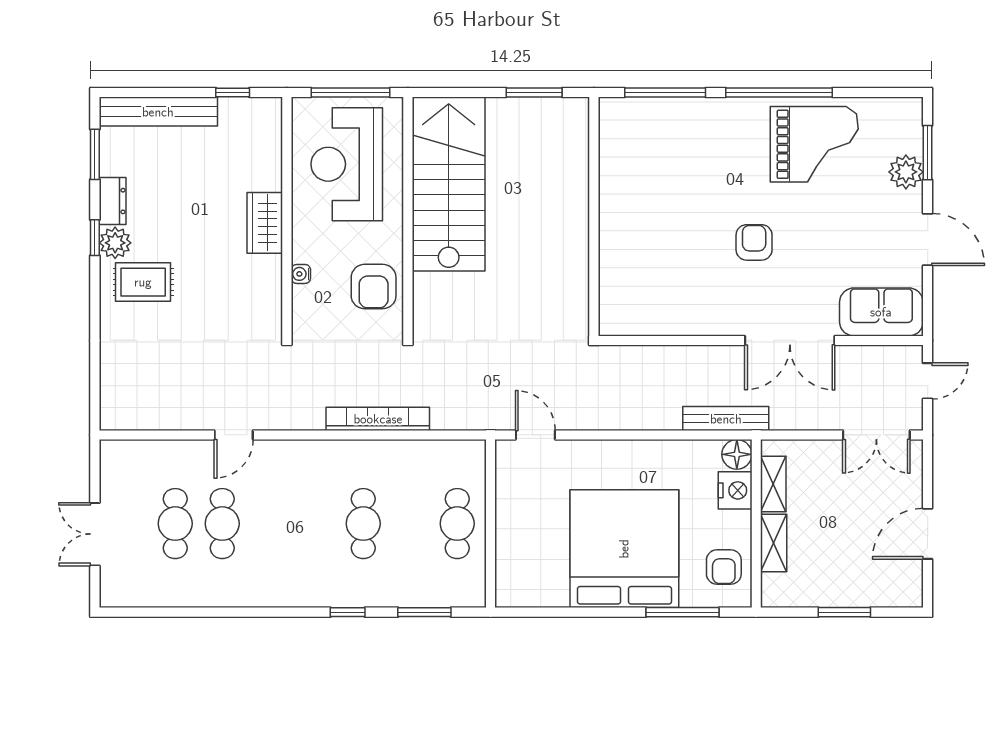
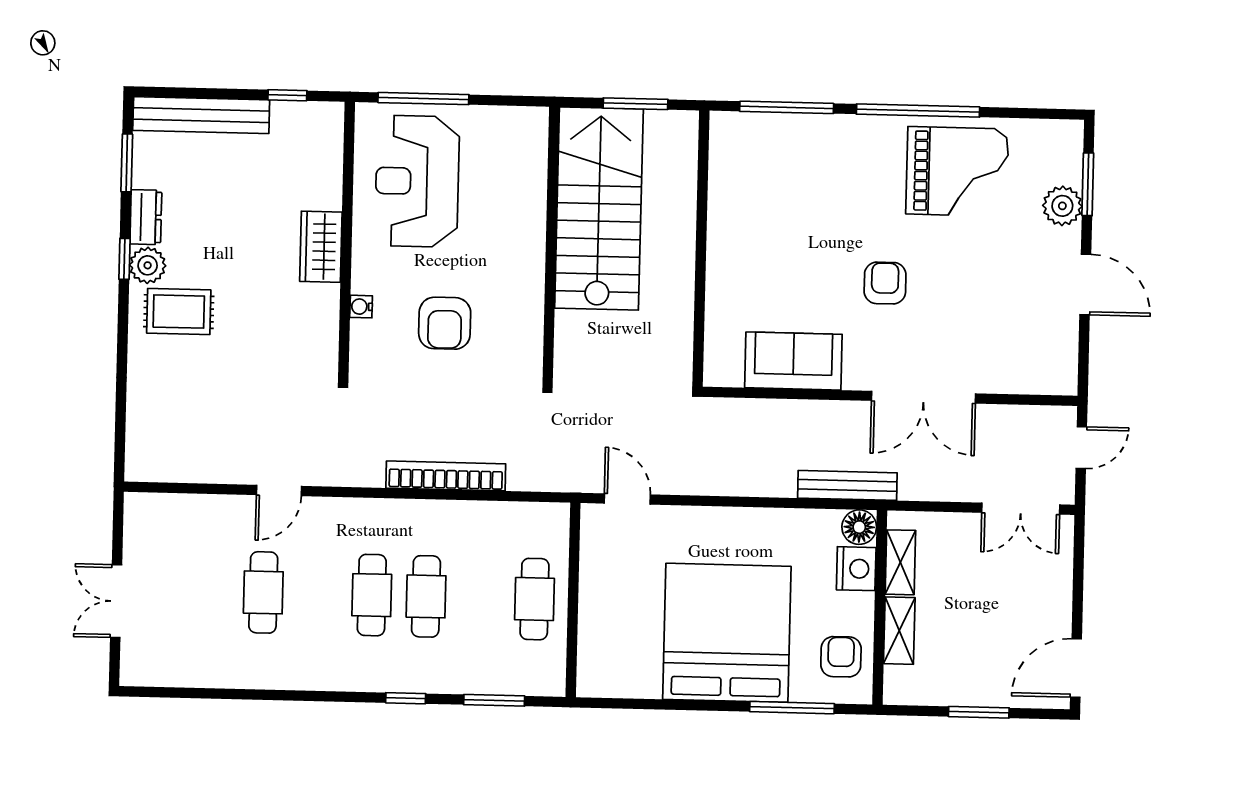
stairs: (449, 184) -> (599, 209), moved
wall: (408, 216) -> (551, 245), moved
sofa: (881, 312) -> (793, 361), moved
cafe table: (175, 524) -> (372, 595), moved
door: (928, 534) -> (1076, 668), moved
armchair: (724, 567) -> (841, 657), turned 180

